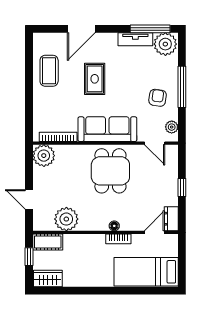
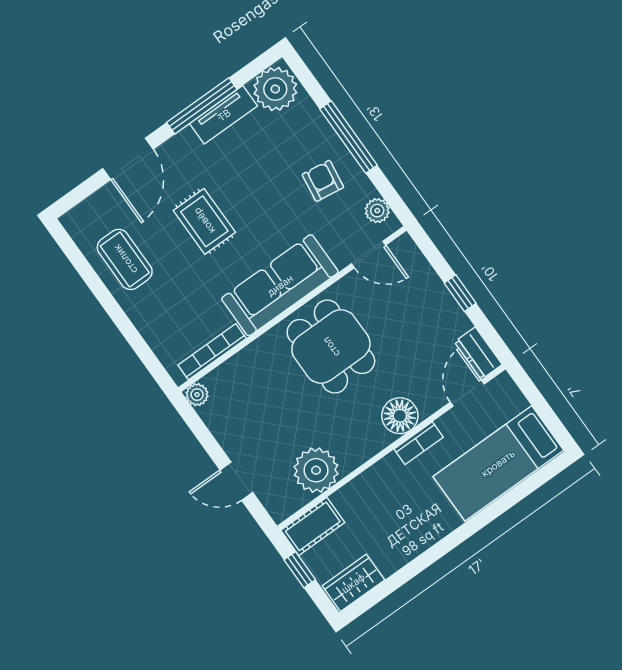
window: (150, 29) -> (202, 106), moved
plant: (44, 156) -> (197, 395), width x0.53, depth x0.53
floor lamp: (114, 226) -> (400, 416), width x1.89, depth x1.89

